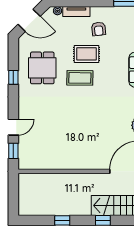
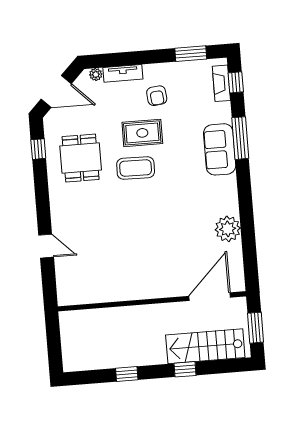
window: (13, 77) -> (38, 149), moved
door: (13, 127) -> (46, 246), hinge flipped
window: (13, 151) -> (49, 280), removed

